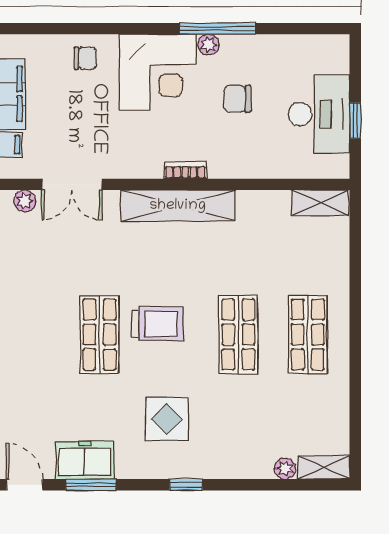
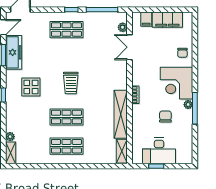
shelving: (178, 206) -> (121, 114), moved
shop shelf: (100, 335) -> (66, 30), moved
freezer: (84, 460) -> (14, 52), width x1.40

